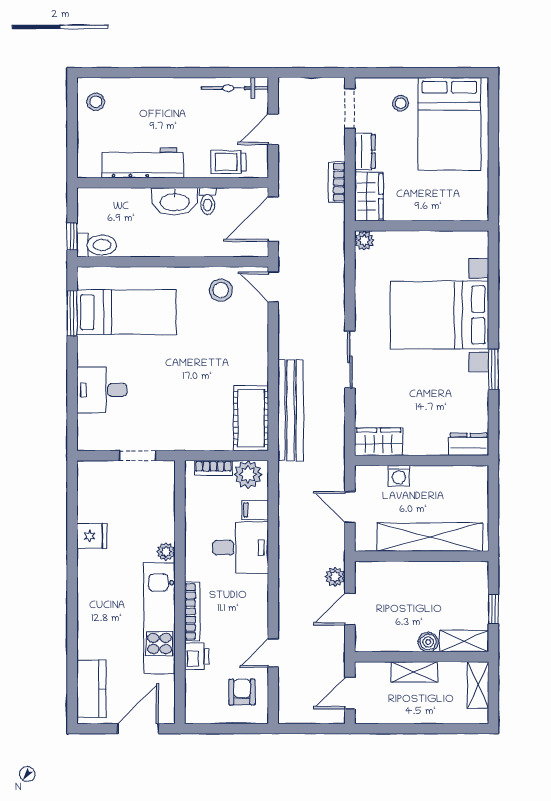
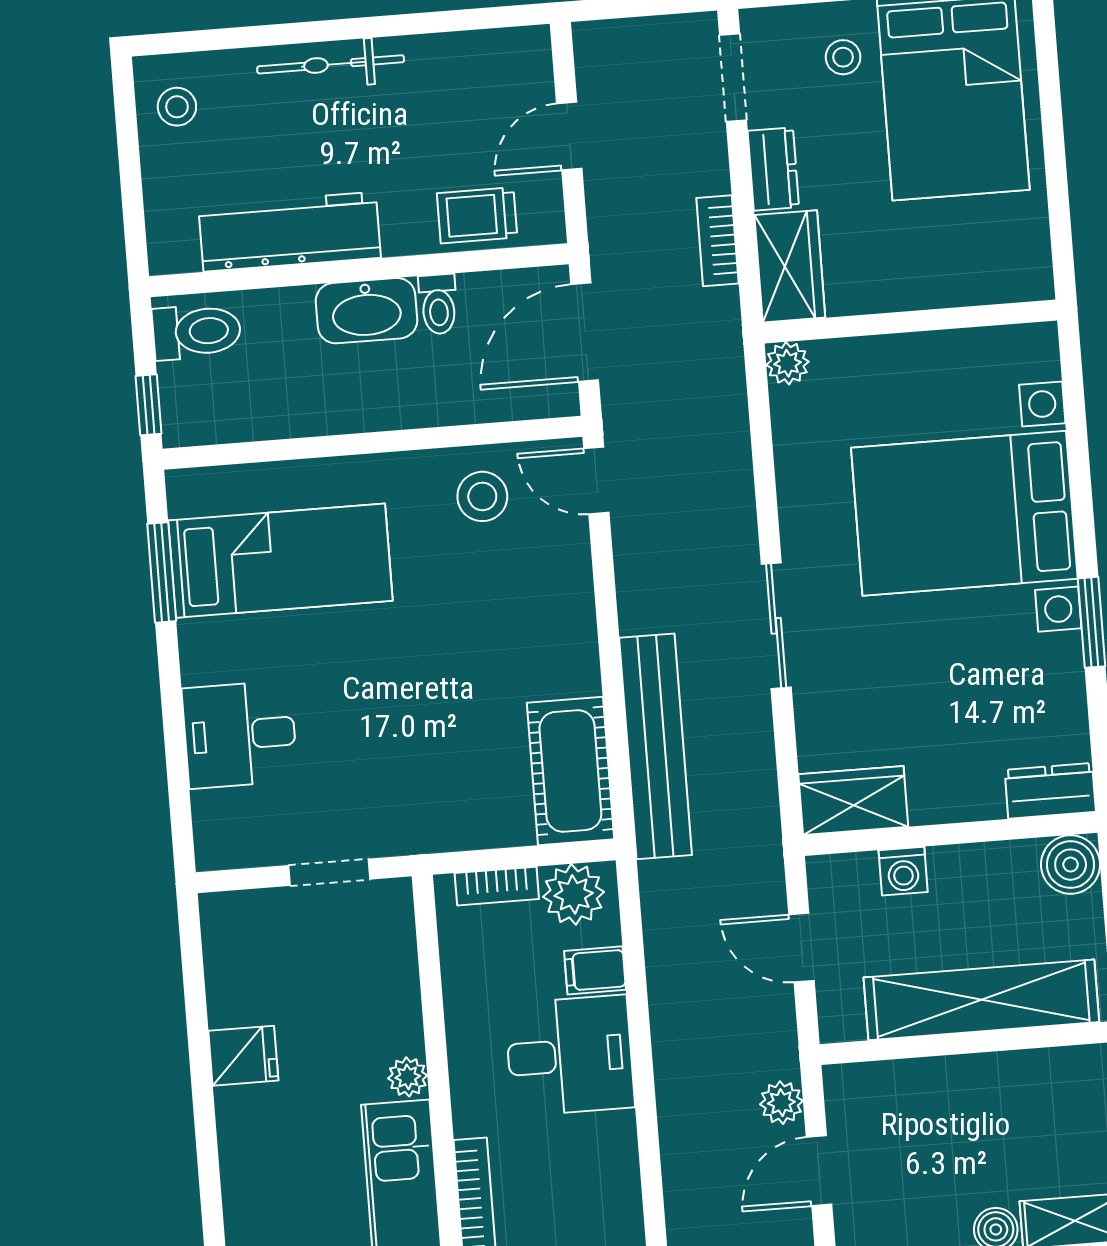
bicycle: (235, 88) -> (331, 64), moved
toilet: (97, 245) -> (197, 332), moved
boiler: (475, 479) -> (1071, 865), added

